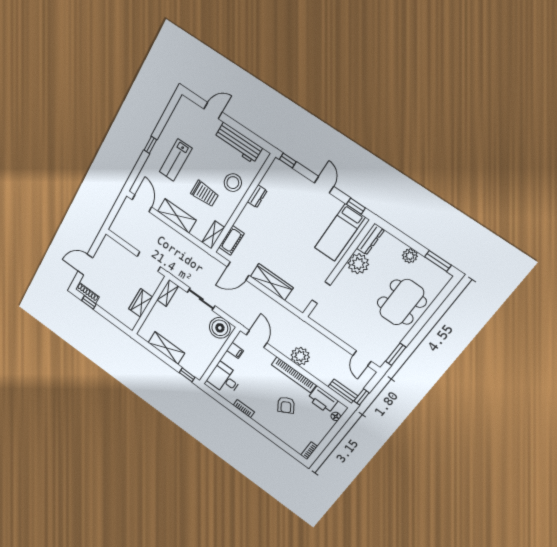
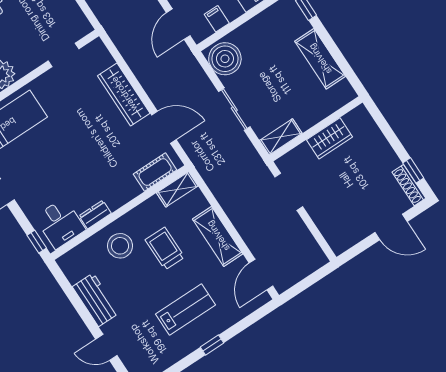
workbench: (238, 143) -> (96, 300), width x0.73
desk: (277, 180) -> (60, 223), added

